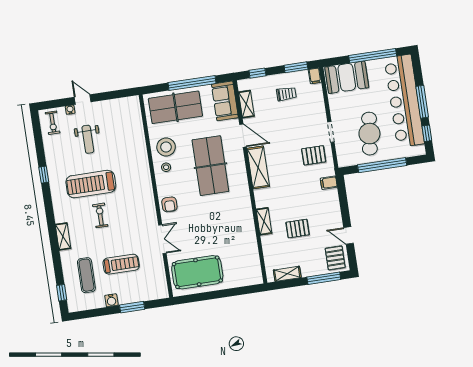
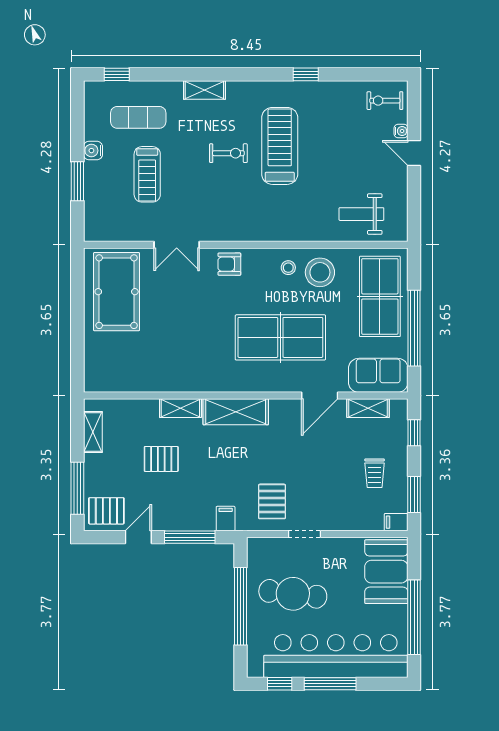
door: (83, 100) -> (414, 153), swing flipped
weight bench: (88, 139) -> (361, 214), moved
shelving: (258, 167) -> (236, 412), moved
window: (344, 203) -> (190, 537), added
pallet: (298, 229) -> (161, 459), turned 90

